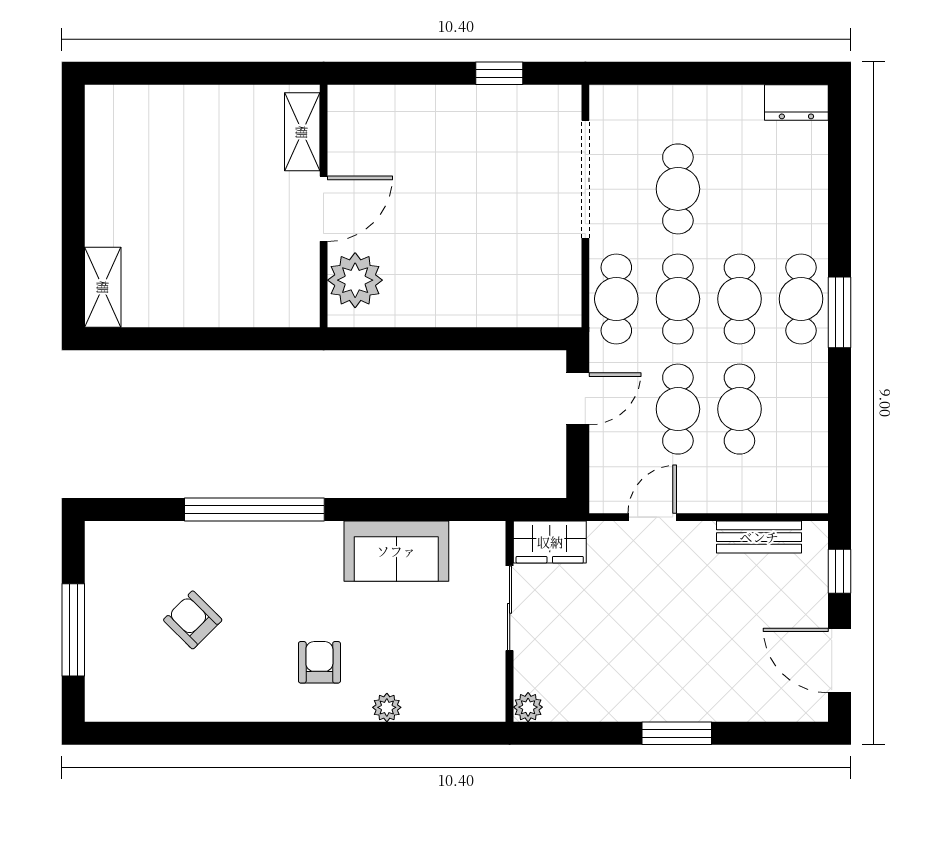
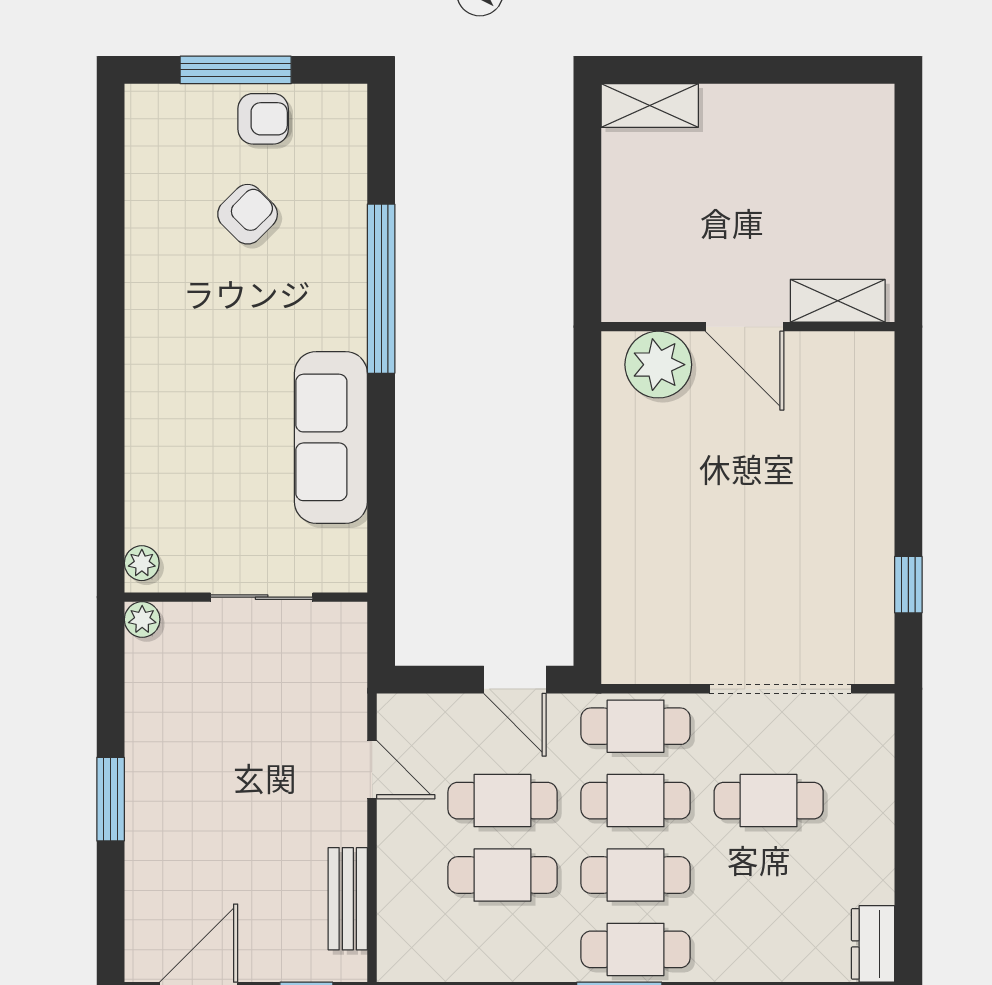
shelving: (302, 132) -> (838, 301), moved
wall: (324, 206) -> (748, 327), moved
door: (324, 209) -> (745, 327), moved
plant: (355, 280) -> (658, 365), moved
wardrobe: (550, 542) -> (342, 646), removed
sofa: (396, 551) -> (331, 437), width x1.36
armchair: (319, 662) -> (263, 119), moved
plant: (387, 707) -> (142, 563), moved

